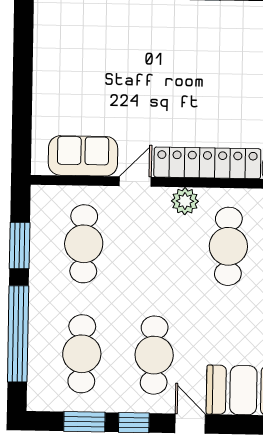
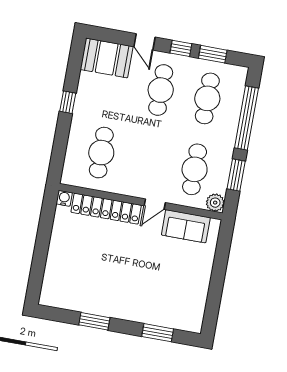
plant: (185, 201) -> (215, 203), moved

